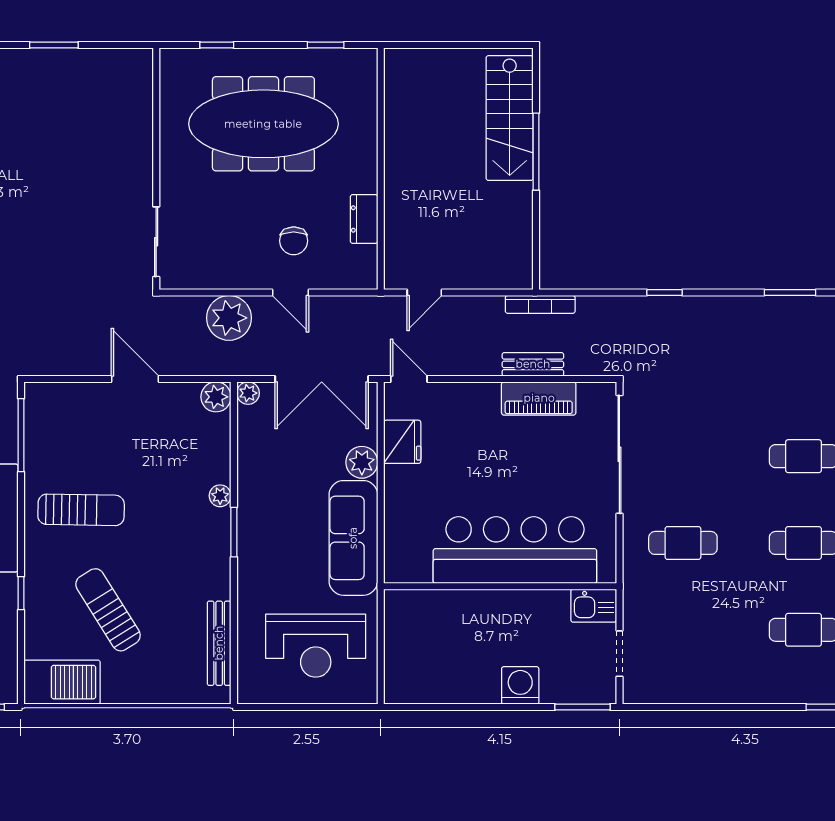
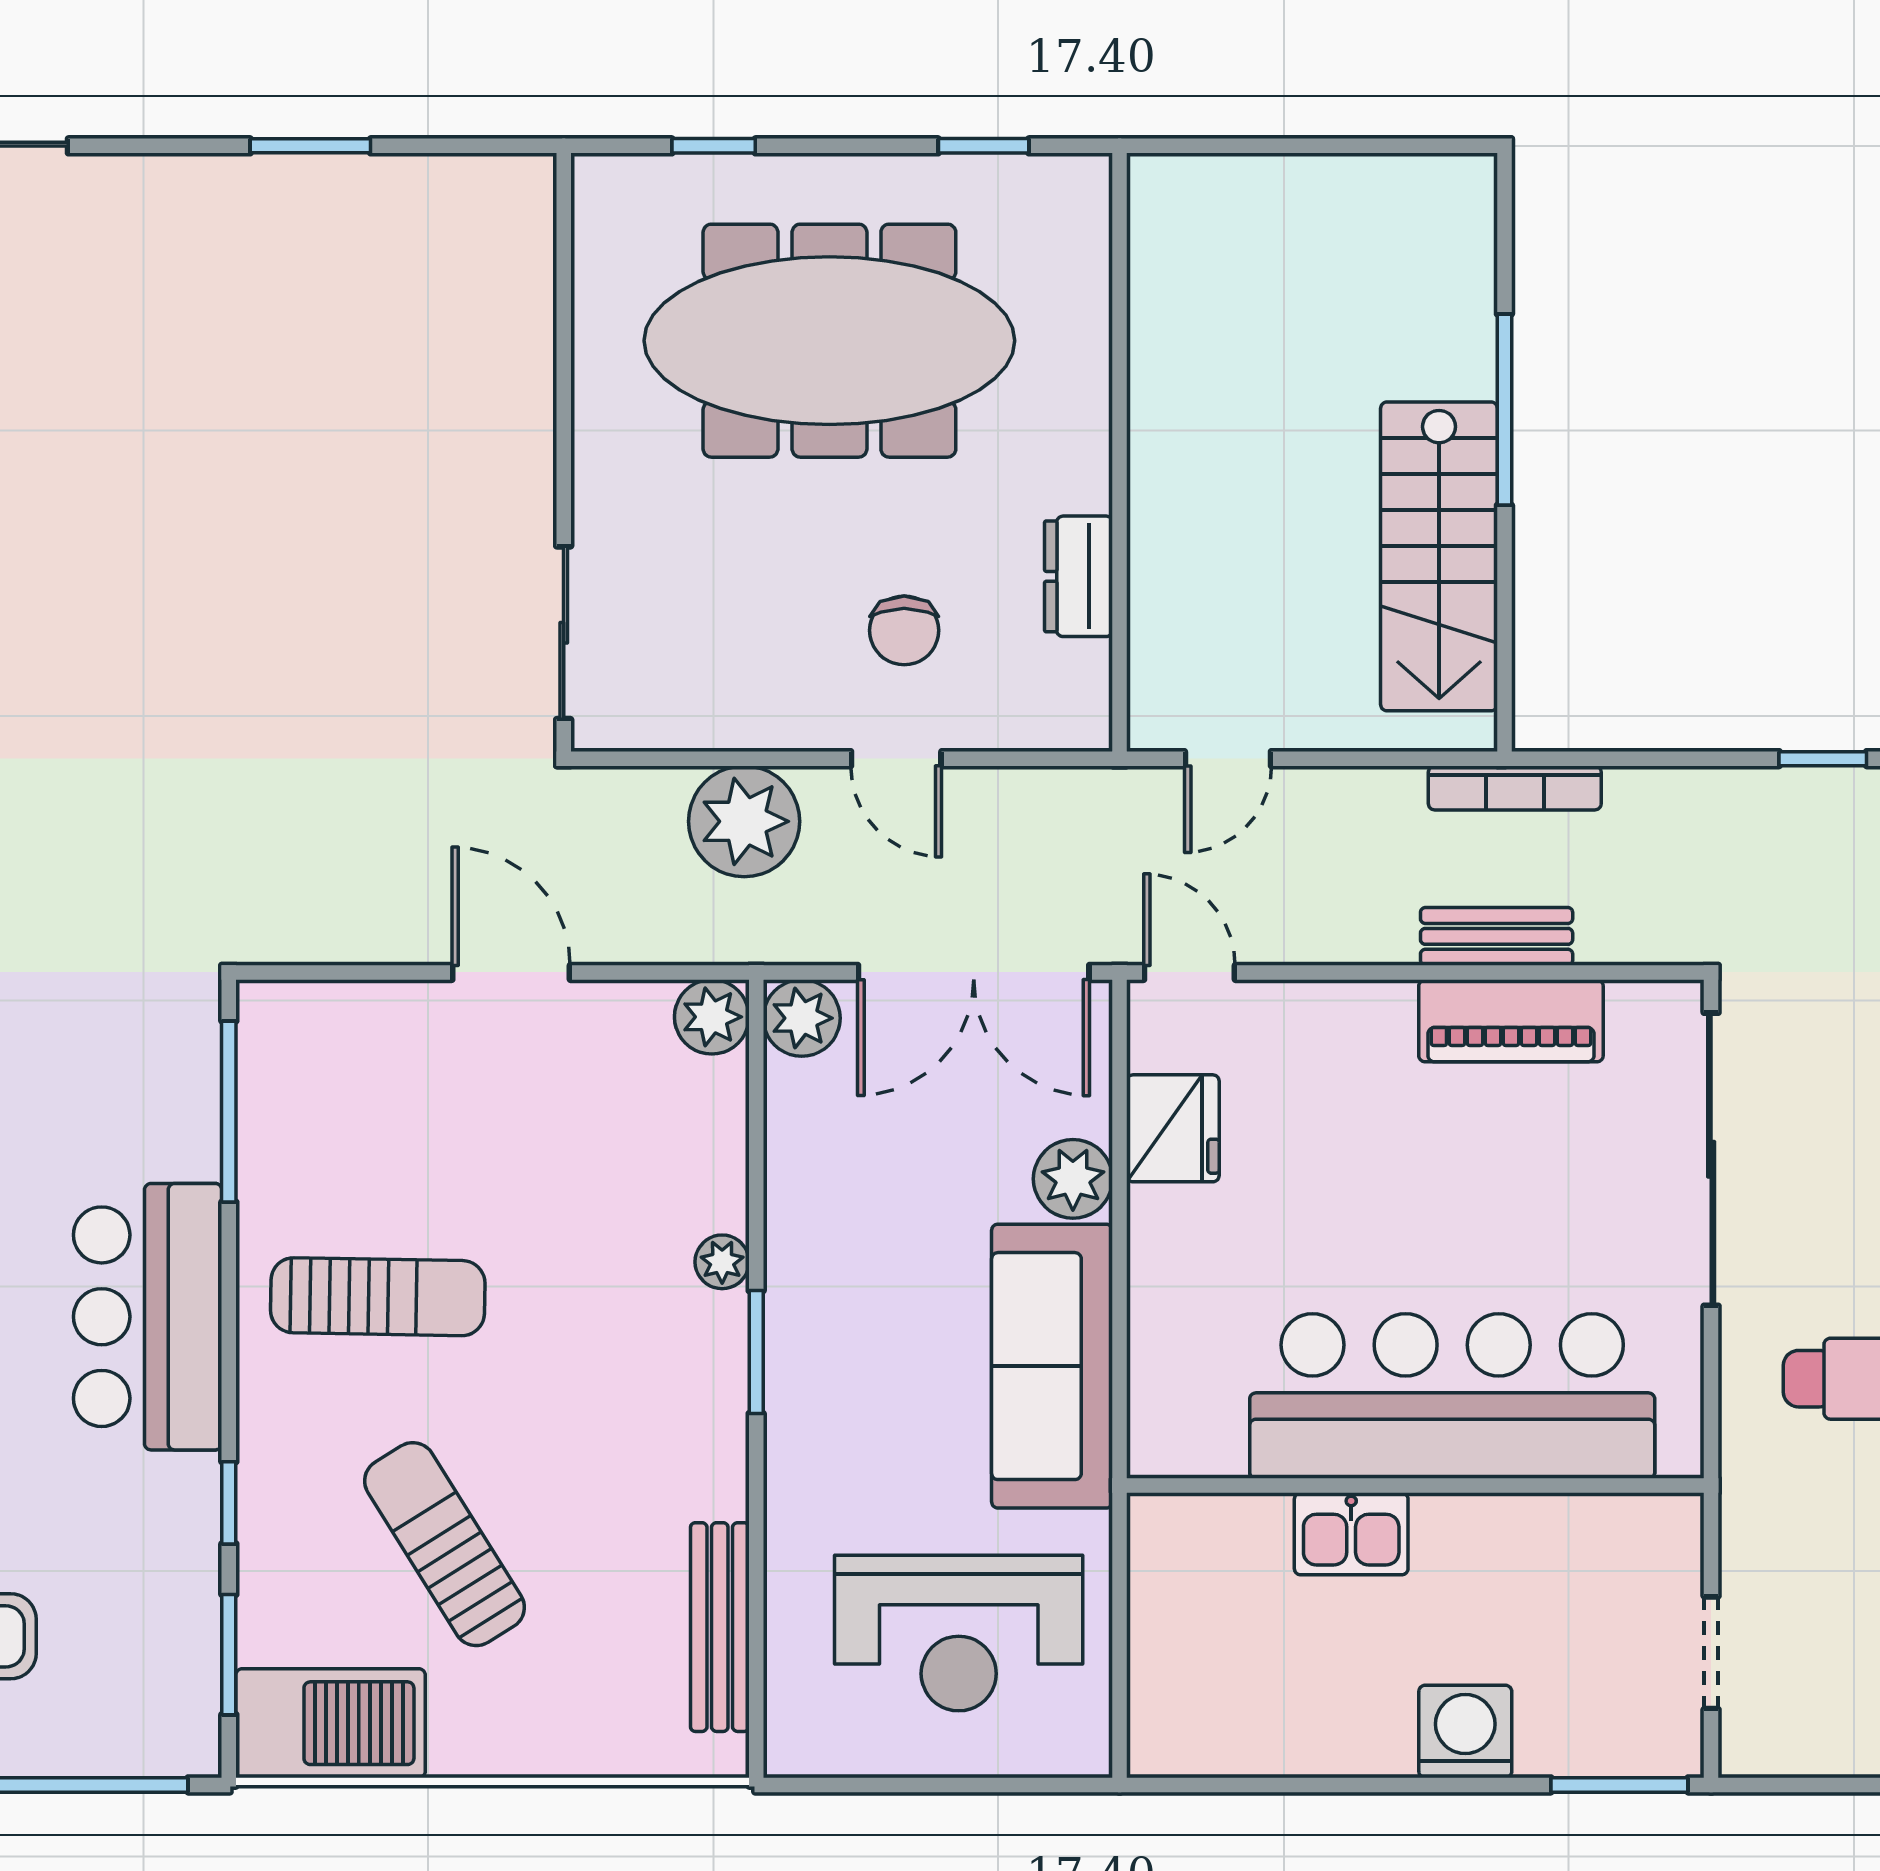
stairs: (510, 118) -> (1439, 556), moved
plant: (248, 393) -> (802, 1018), width x1.38, depth x1.38
kitchen sink: (594, 606) -> (1351, 1534), moved
window: (21, 654) -> (229, 1655), added

